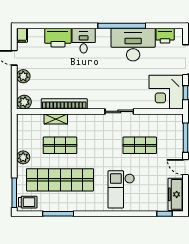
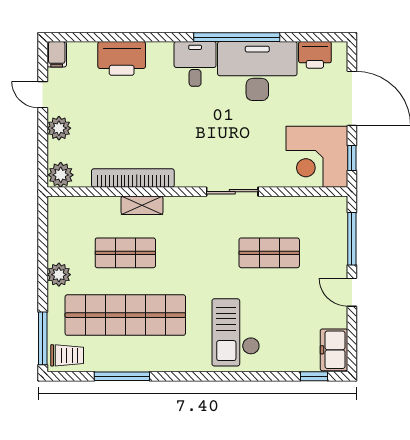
desk: (84, 41) -> (195, 64), moved
shelving: (56, 119) -> (142, 205), moved
freezer: (176, 194) -> (334, 350), width x0.71

